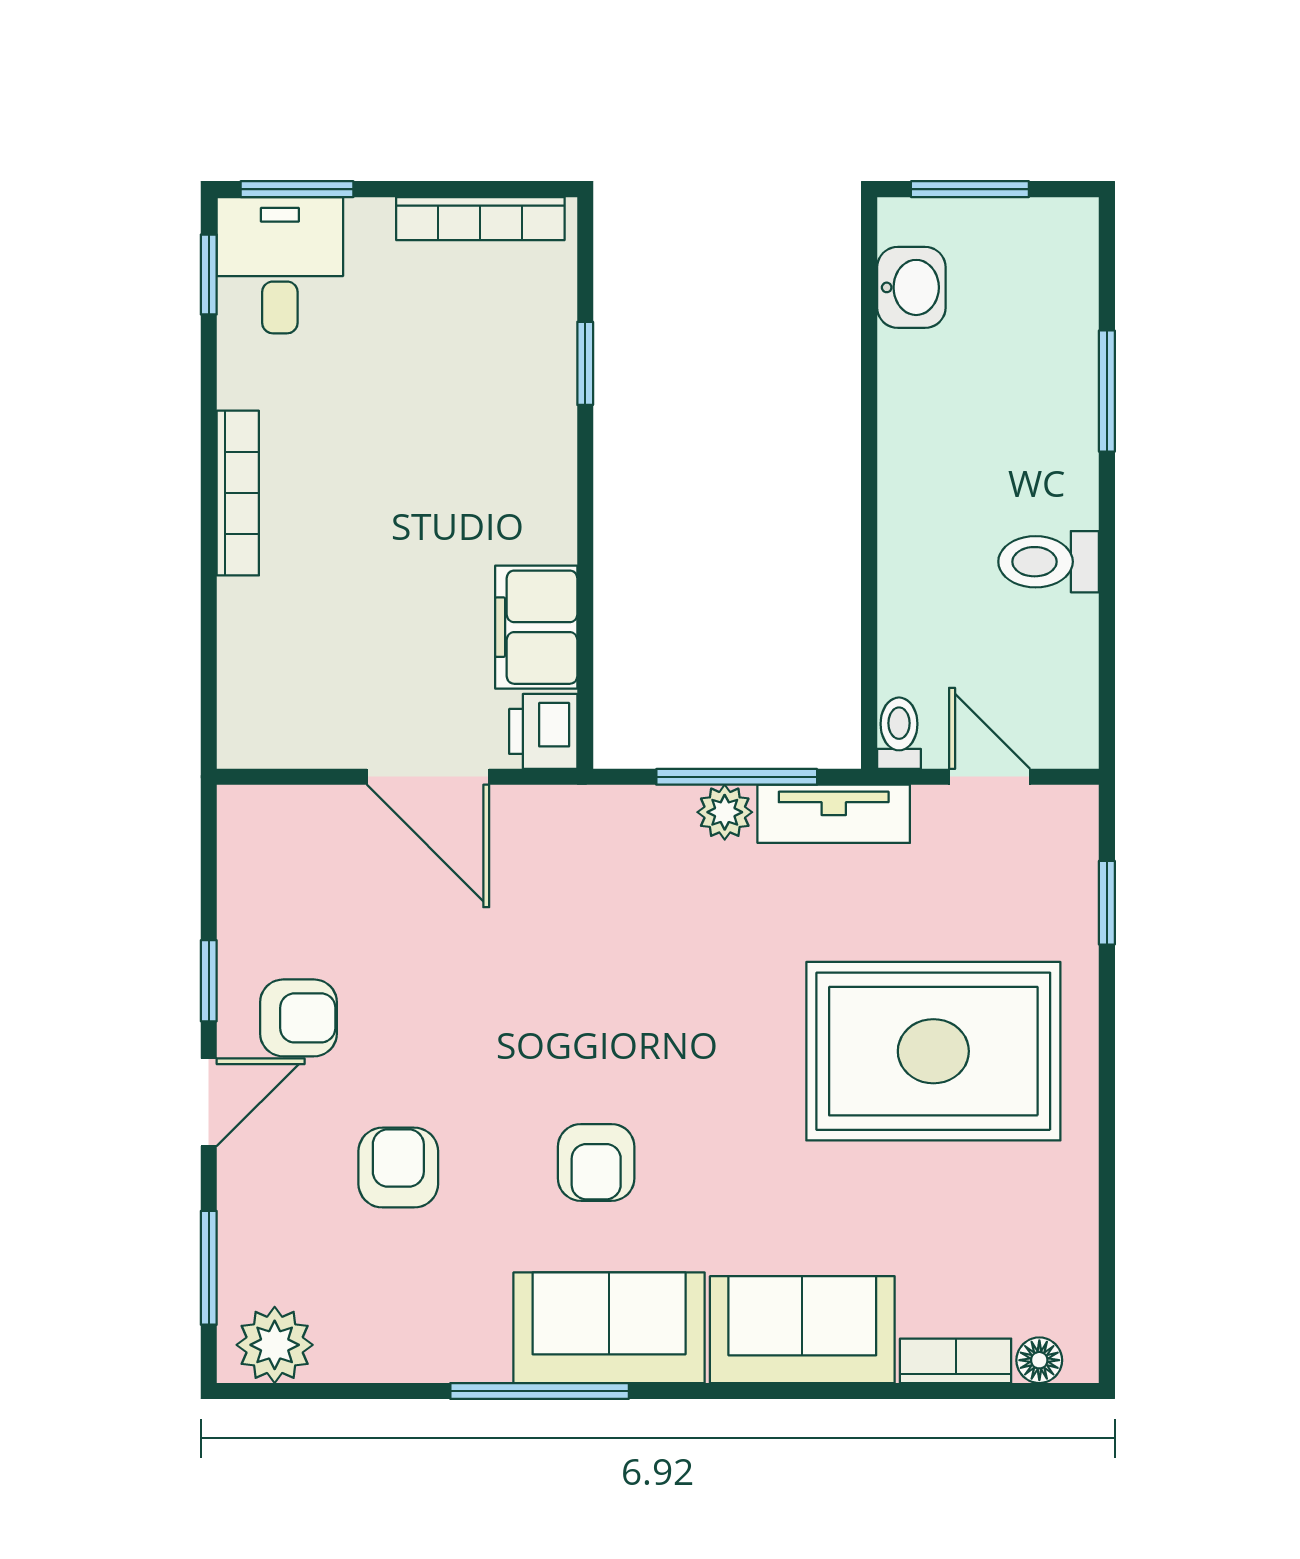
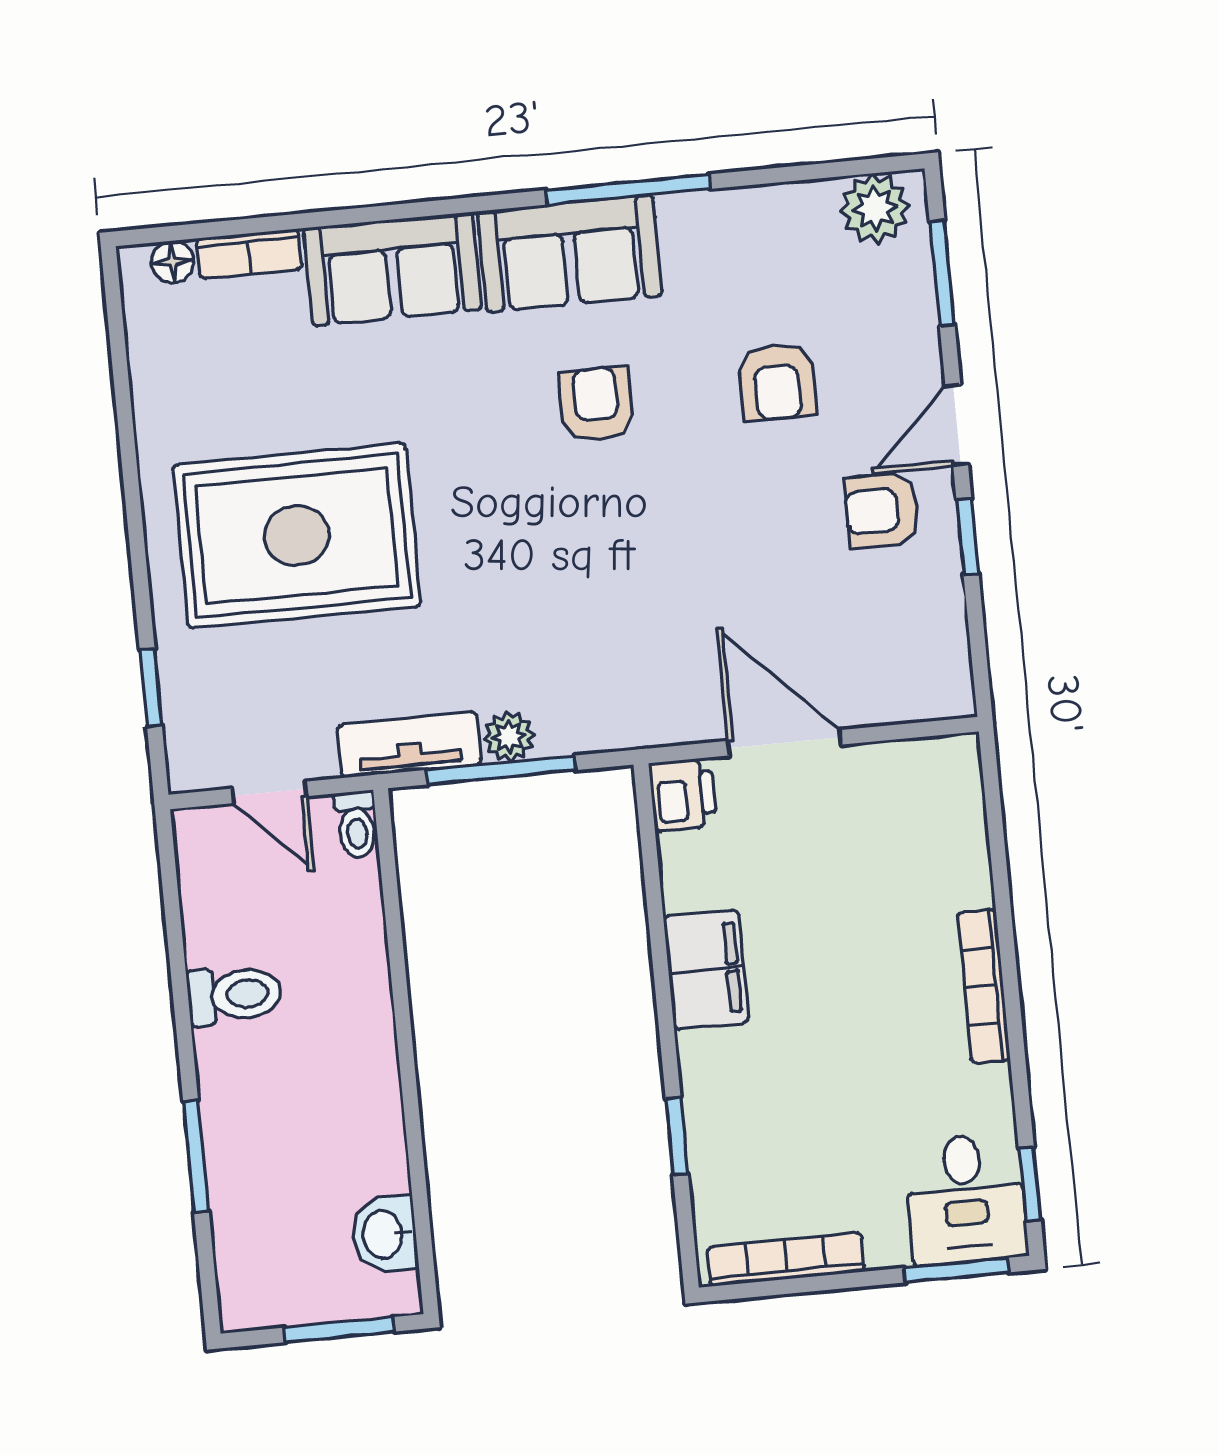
filing cabinet: (536, 627) -> (706, 970), moved

